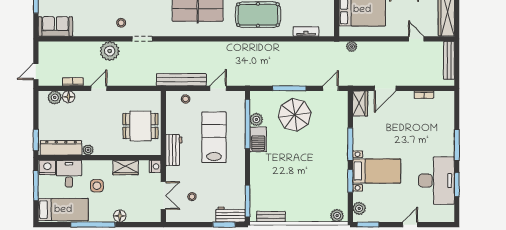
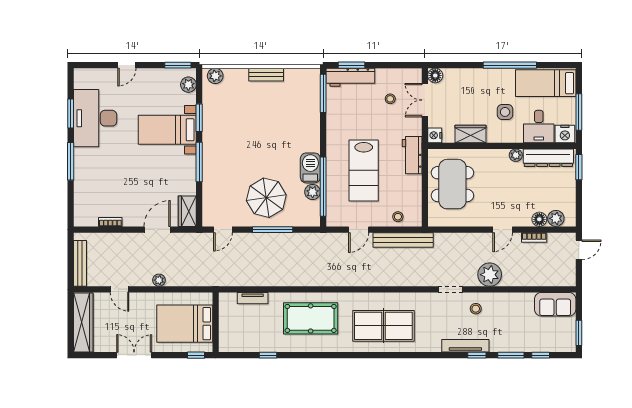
plant: (352, 46) -> (159, 280), moved
dining table: (140, 126) -> (452, 184), width x1.38
workbench: (230, 215) -> (350, 77), width x1.38
floor lamp: (120, 216) -> (435, 75), moved
bench: (271, 217) -> (266, 75), moved

